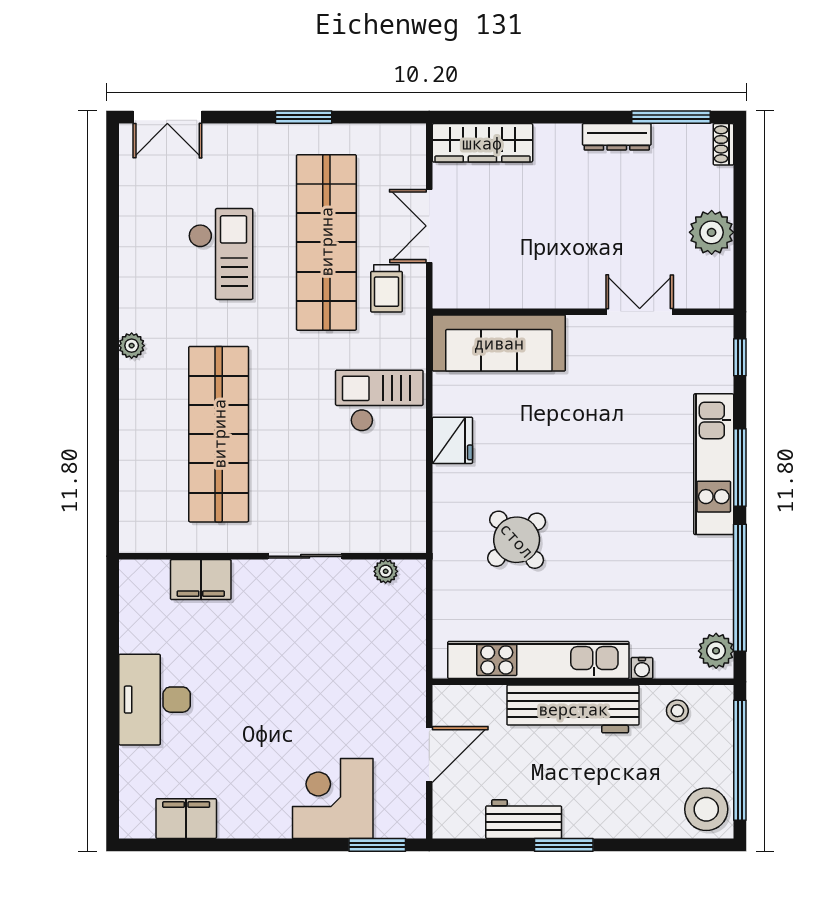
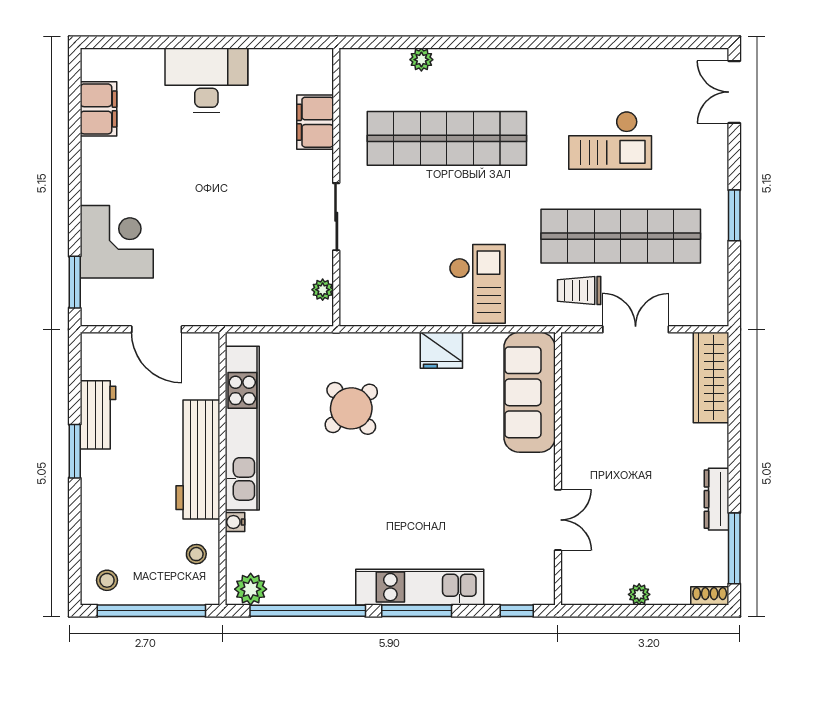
plant: (712, 232) -> (639, 594), width x0.53, depth x0.53
plant: (132, 346) -> (421, 60), moved
stool: (706, 809) -> (107, 580), width x0.53, depth x0.53

